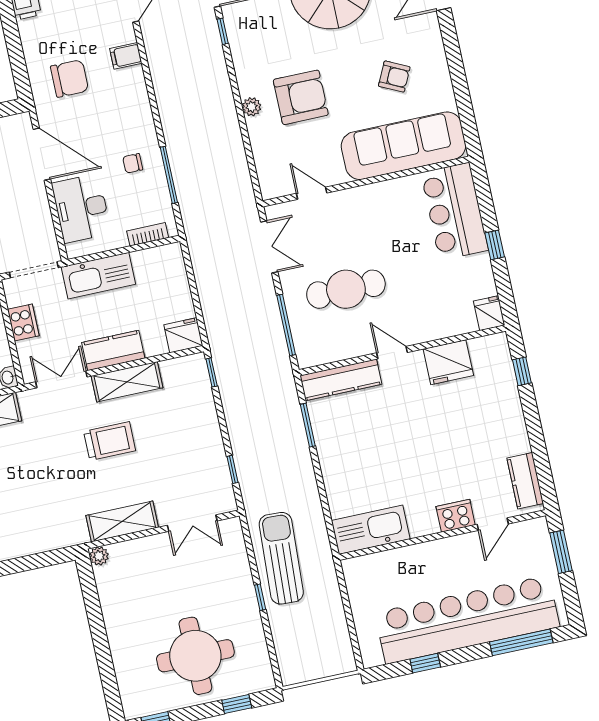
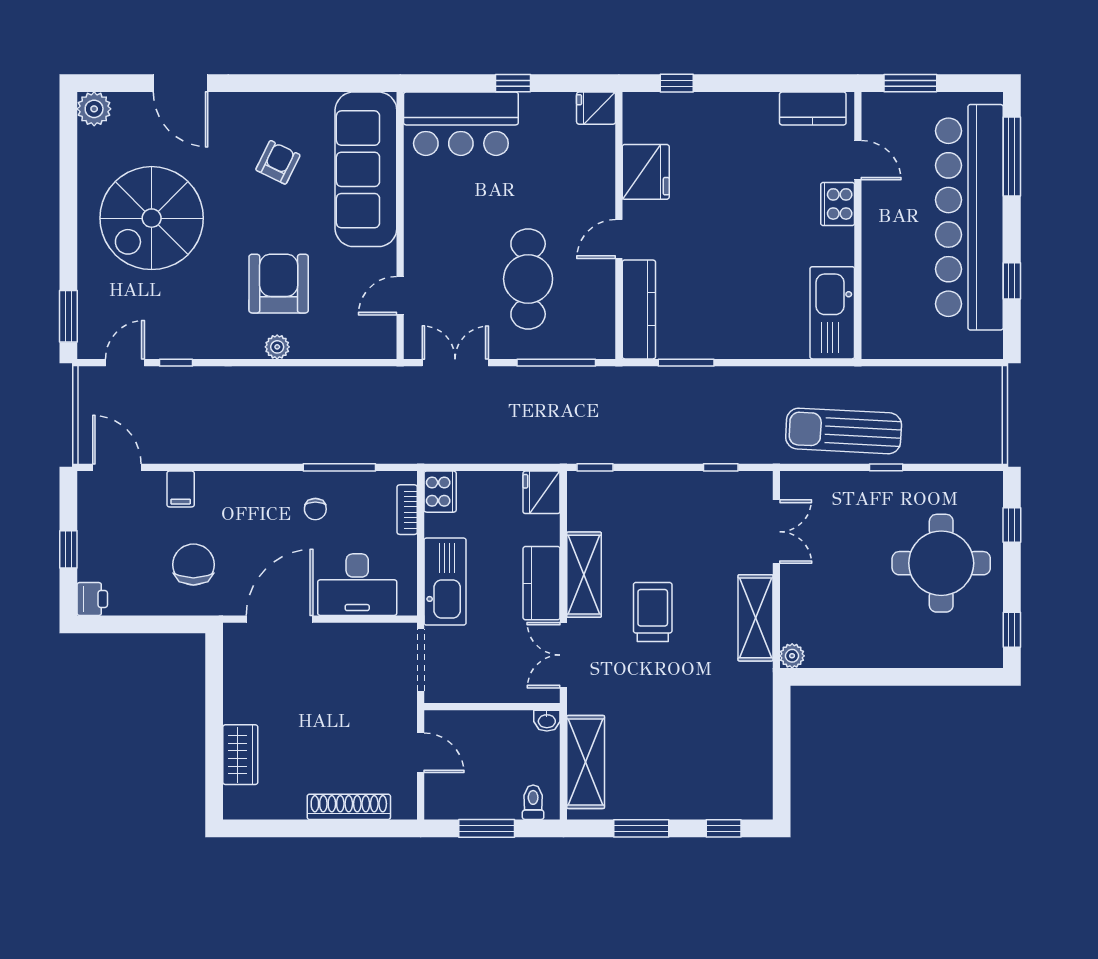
cooker: (23, 322) -> (440, 492), moved, turned 90

